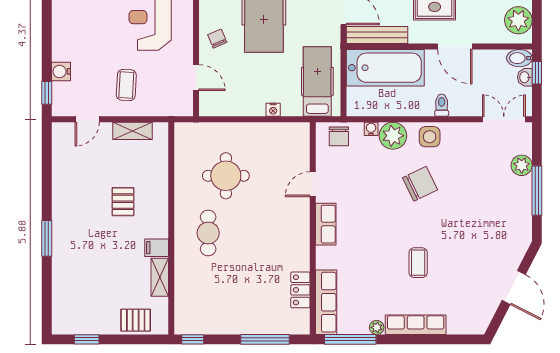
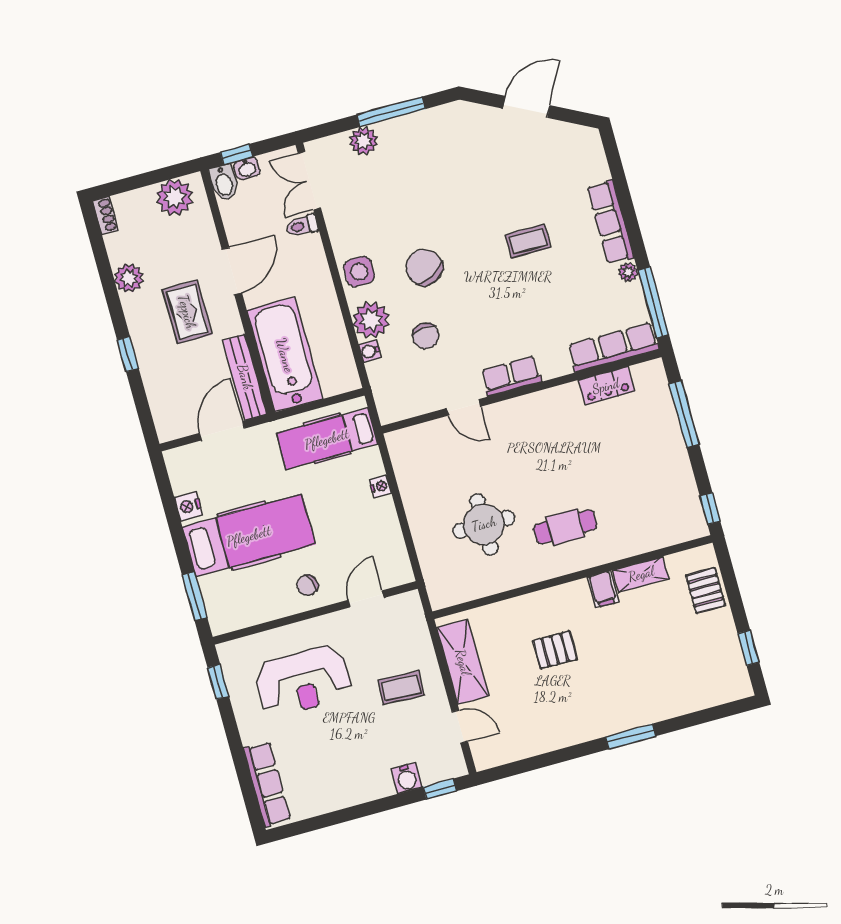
toilet: (442, 105) -> (302, 226), moved
shelving: (133, 131) -> (463, 662), width x1.50, depth x1.33
chair: (339, 136) -> (426, 336), moved, turned 84

